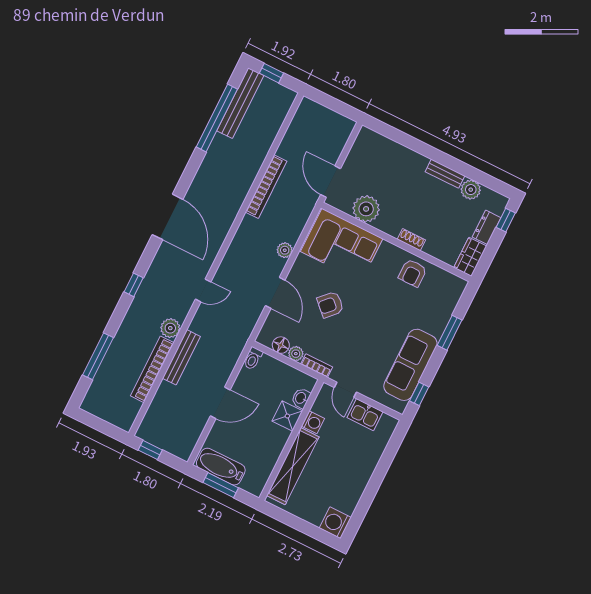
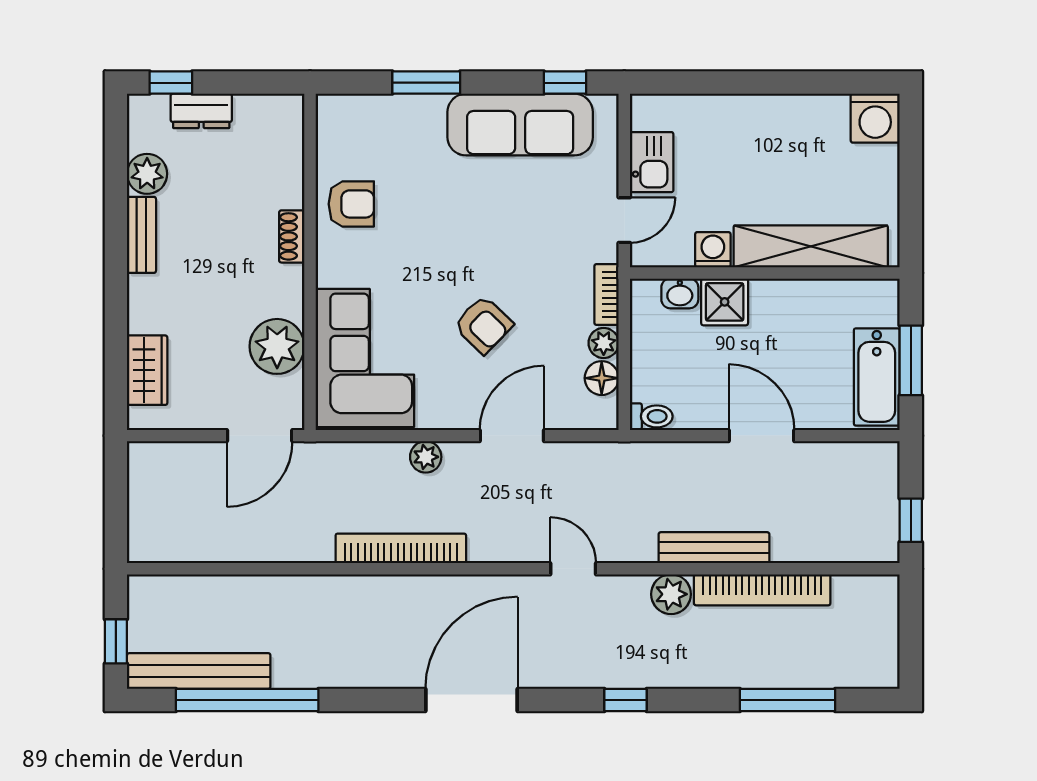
bookcase: (266, 187) -> (401, 548), moved
wardrobe: (470, 257) -> (147, 370), moved, turned -90

